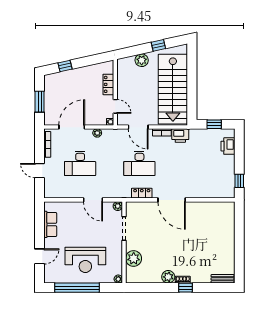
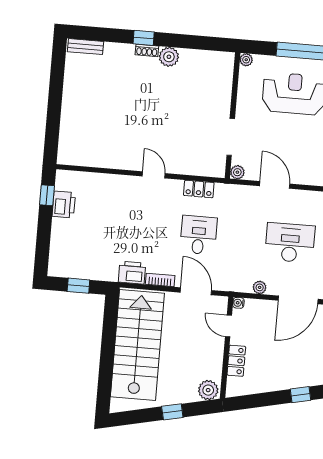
window: (158, 45) -> (172, 412), moved
plant: (142, 60) -> (208, 390), moved
printer: (228, 146) -> (64, 205), moved
desk: (139, 163) -> (199, 235), width x0.73
door: (172, 200) -> (154, 175), width x0.53
plant: (134, 259) -> (220, 89), removed

